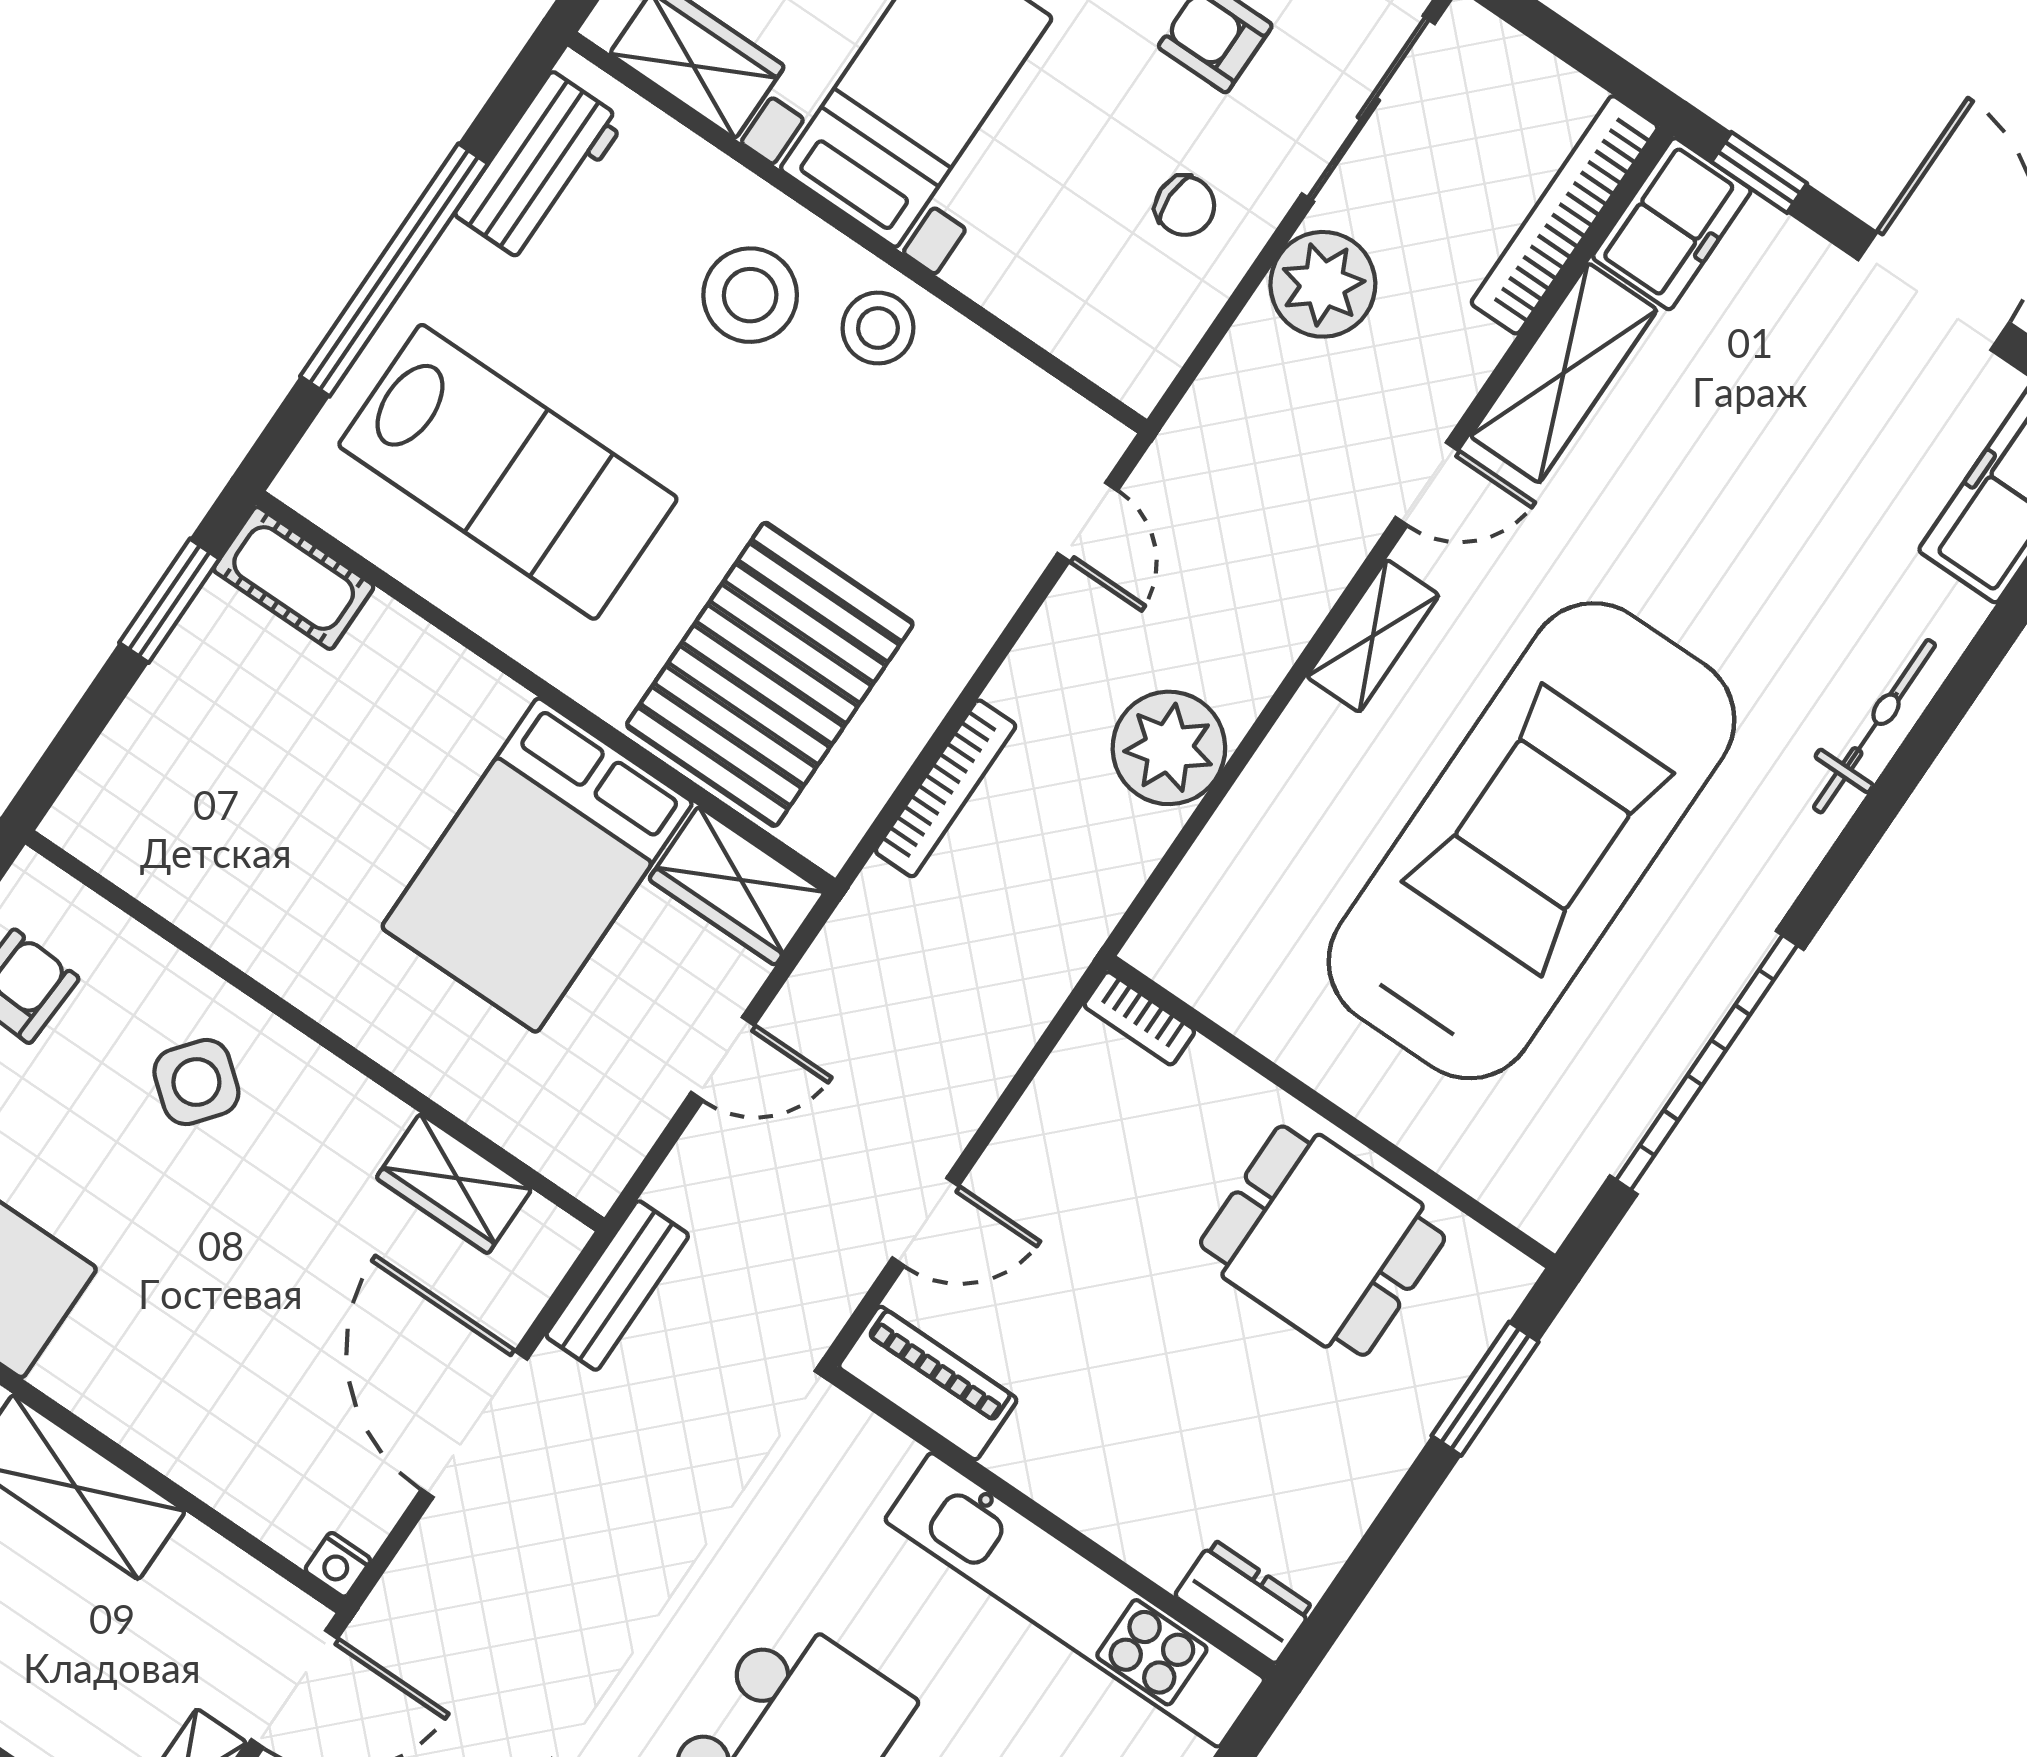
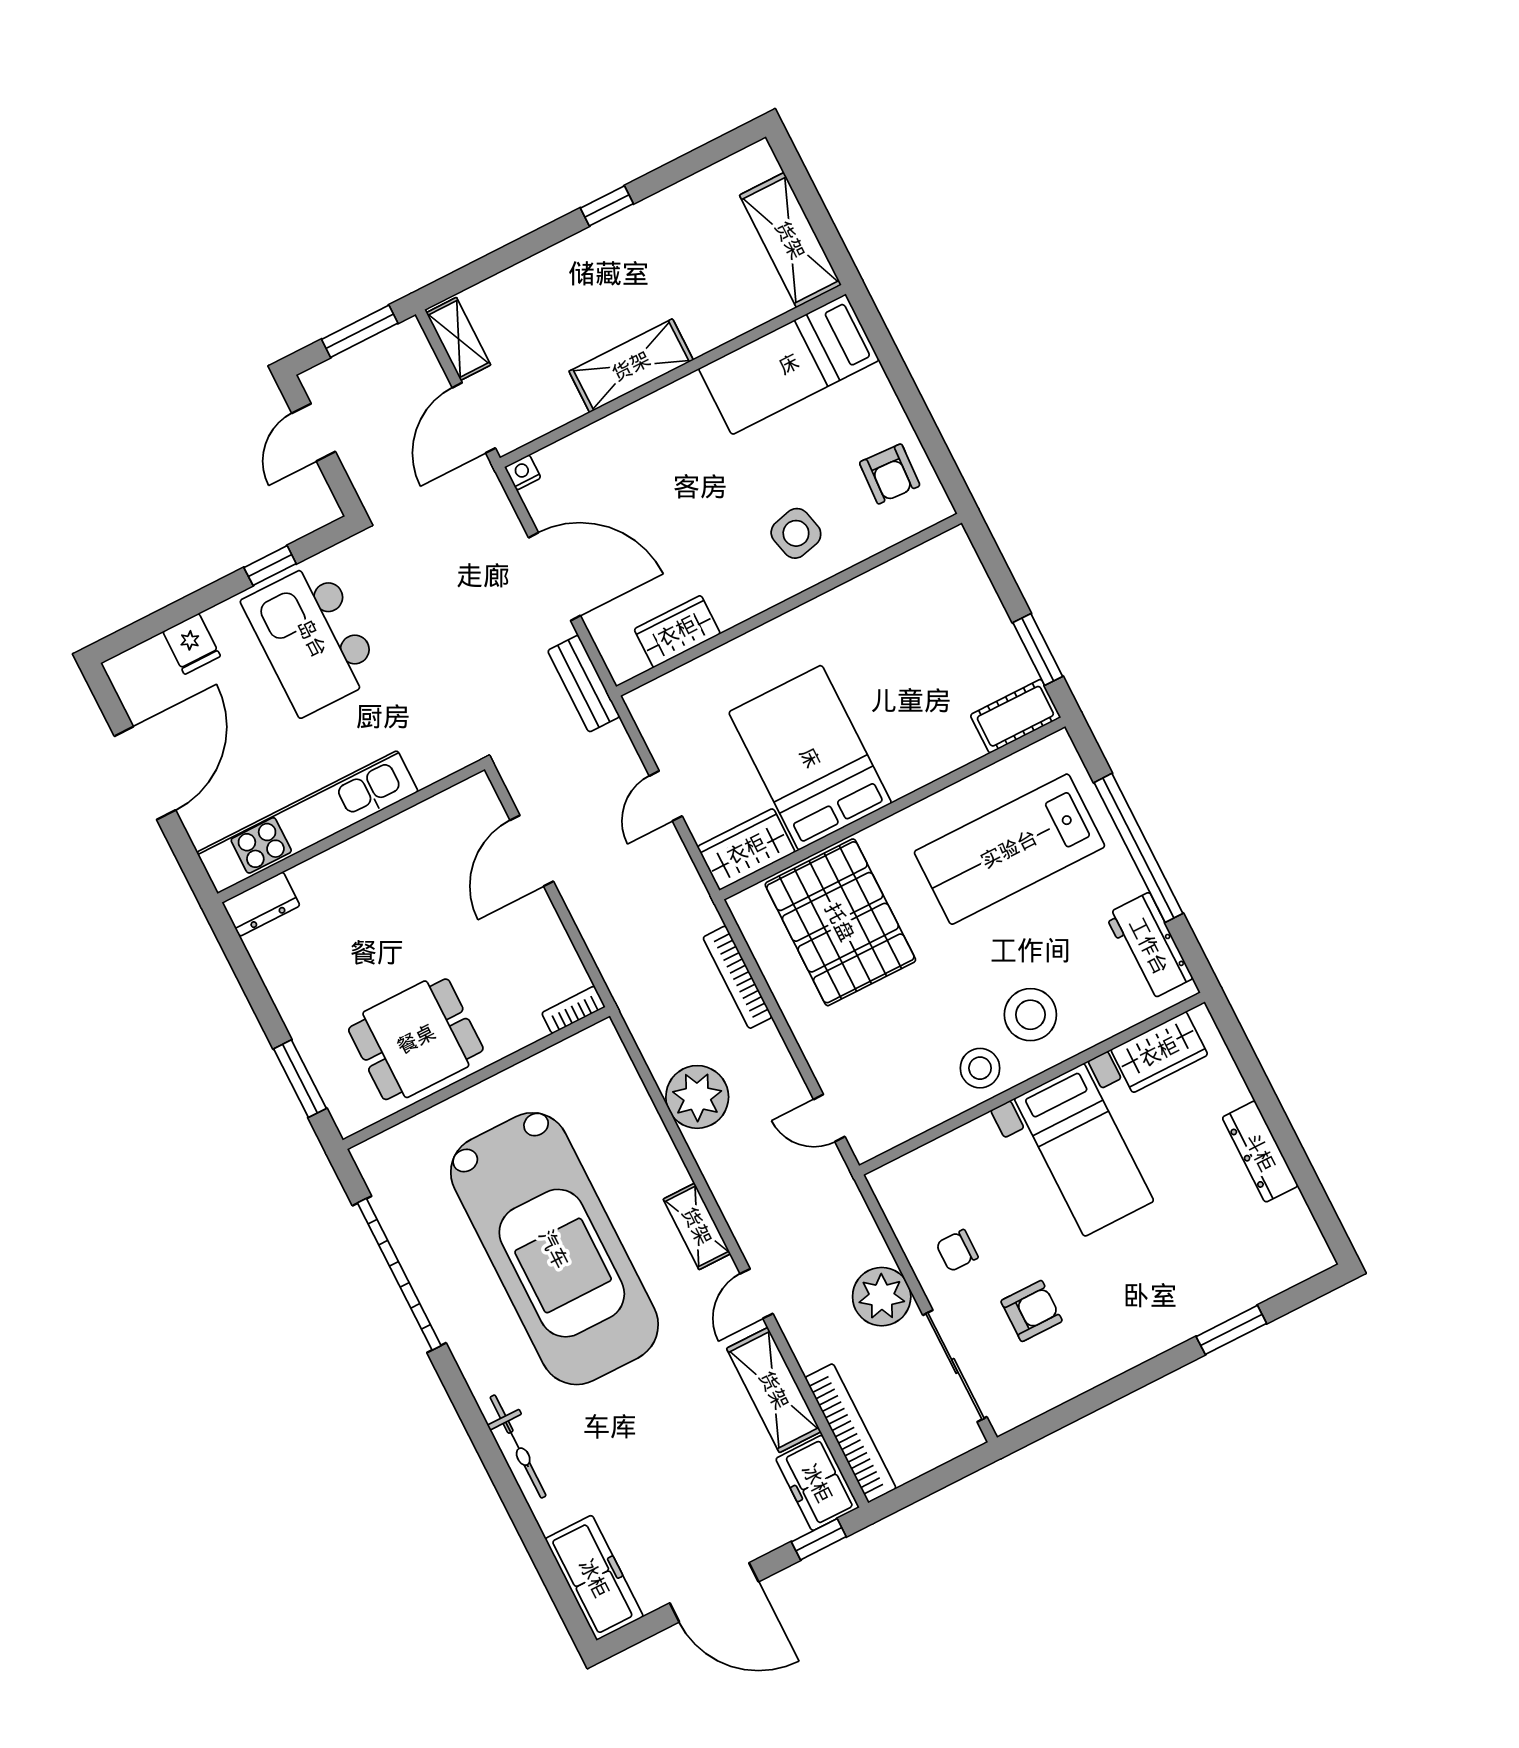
side table: (196, 1082) -> (796, 533), turned 37
door: (925, 1222) -> (532, 851), width x1.38
piano: (928, 1383) -> (453, 809), removed

